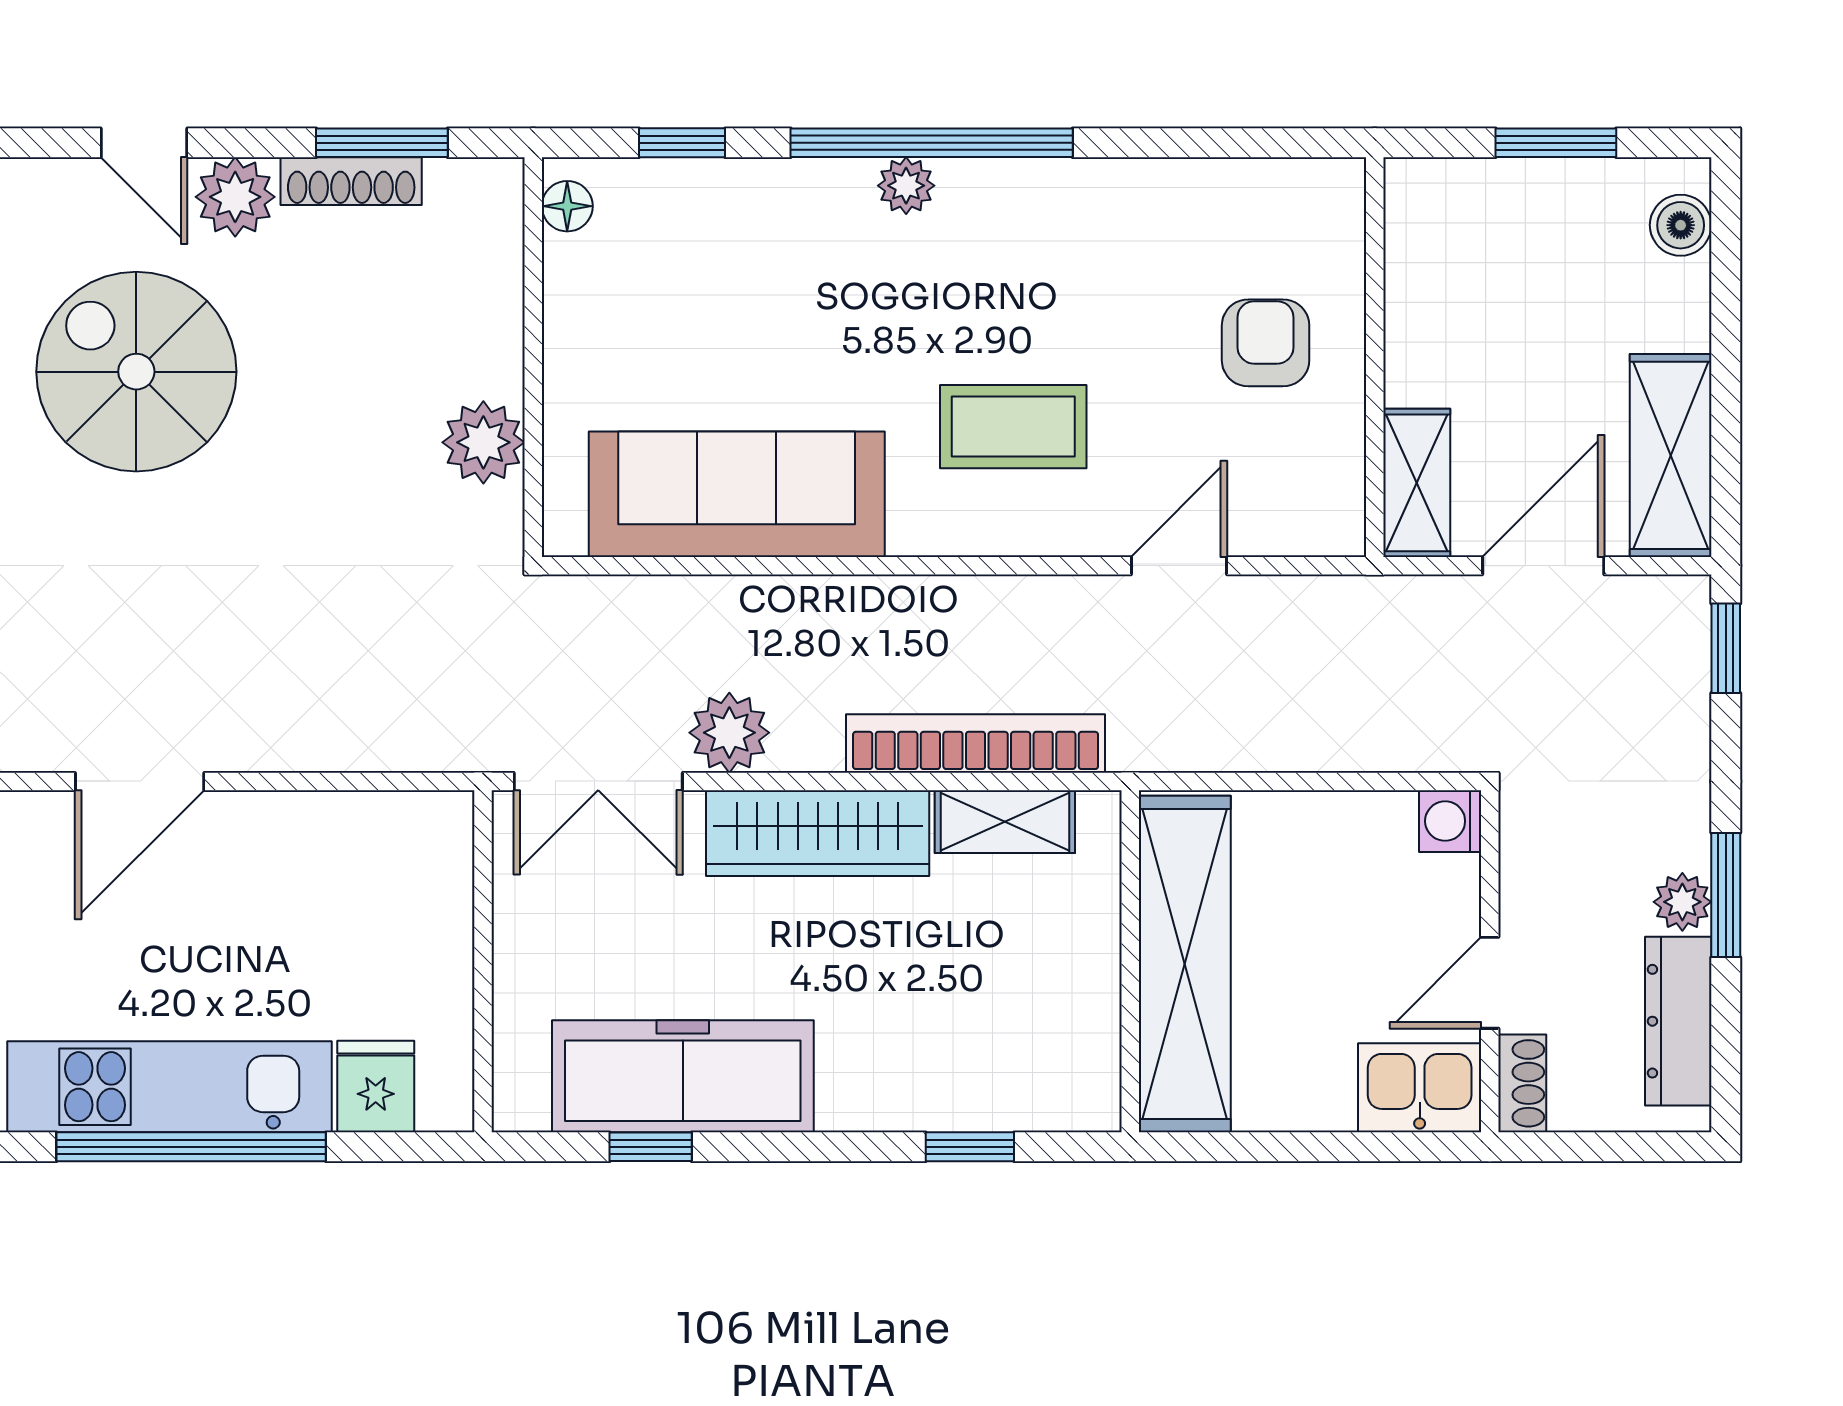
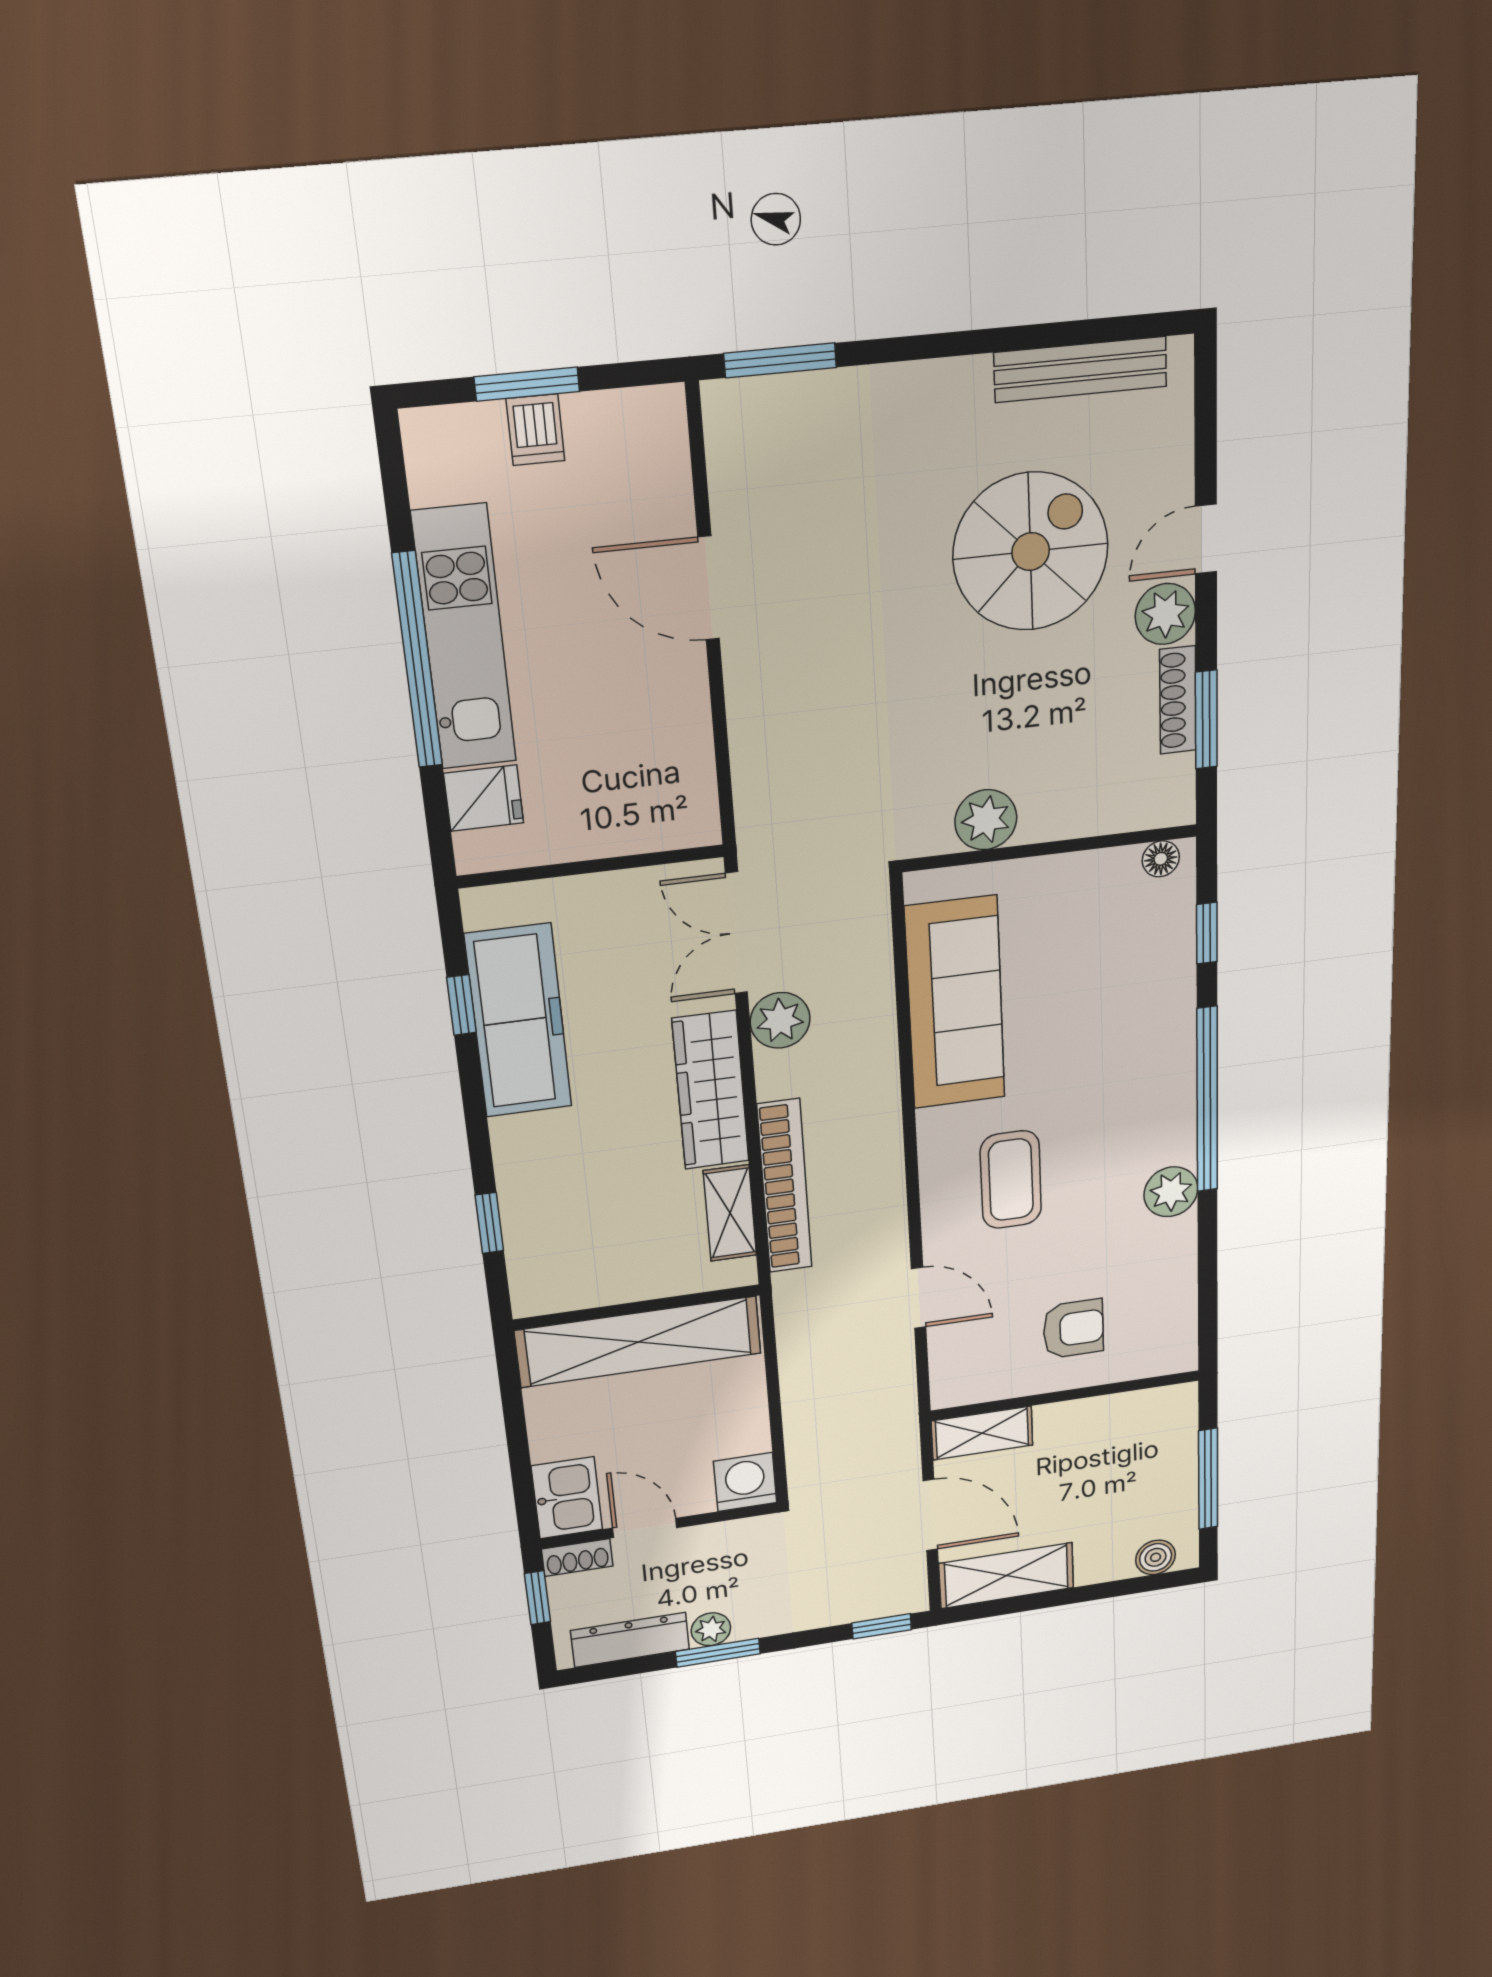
window: (1556, 143) -> (1208, 1479), width x1.44
plant: (906, 186) -> (1171, 1192), moved, width x1.38, depth x1.38
washing machine: (1450, 821) -> (745, 1482), width x1.38, depth x1.38
window: (1580, 1147) -> (537, 1598), added

